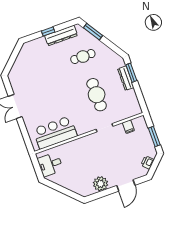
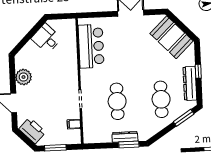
cafe table: (83, 57) -> (161, 99), width x1.37, depth x1.35
booth: (25, 64) -> (172, 37), added
cafe table: (97, 95) -> (117, 101), turned 90
printer: (147, 162) -> (32, 131), width x1.87, depth x1.48
desk: (50, 164) -> (46, 38), moved, turned -45

